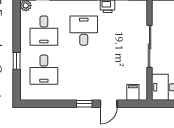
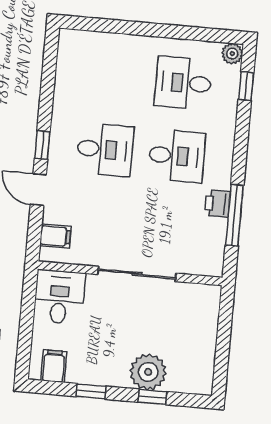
window: (17, 61) -> (132, 28), removed
desk: (44, 70) -> (105, 150), moved, turned 180

